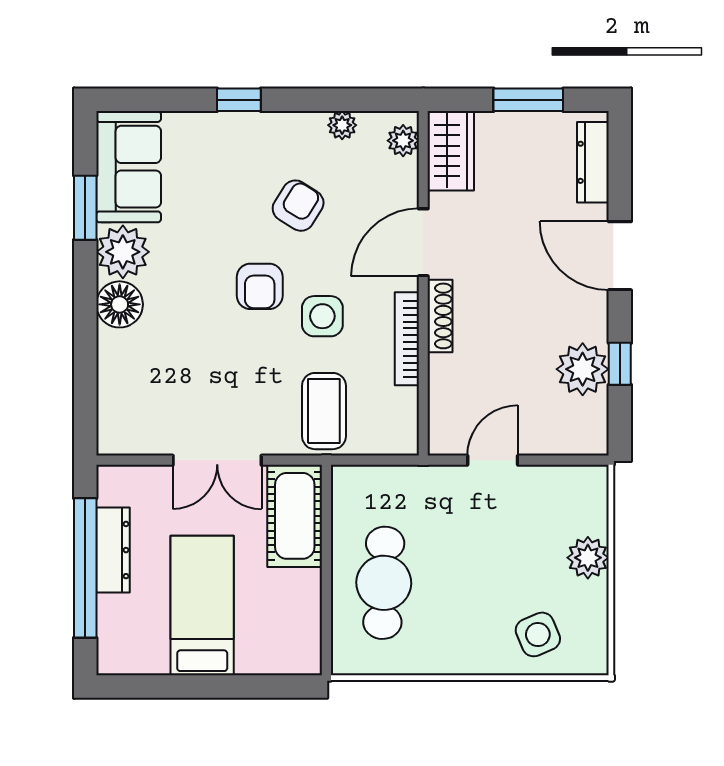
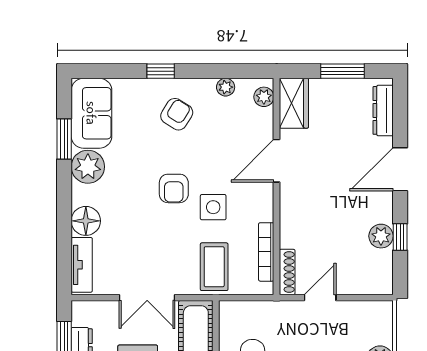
armchair: (298, 206) -> (177, 114), moved
door: (620, 256) -> (400, 169), hinge flipped
floor lamp: (120, 304) -> (86, 221), moved
shoe rack: (440, 316) -> (287, 272), moved
bookcase: (407, 339) -> (266, 252), moved
plant: (583, 369) -> (381, 236), width x0.73, depth x0.73
tv unit: (113, 408) -> (82, 265), added

